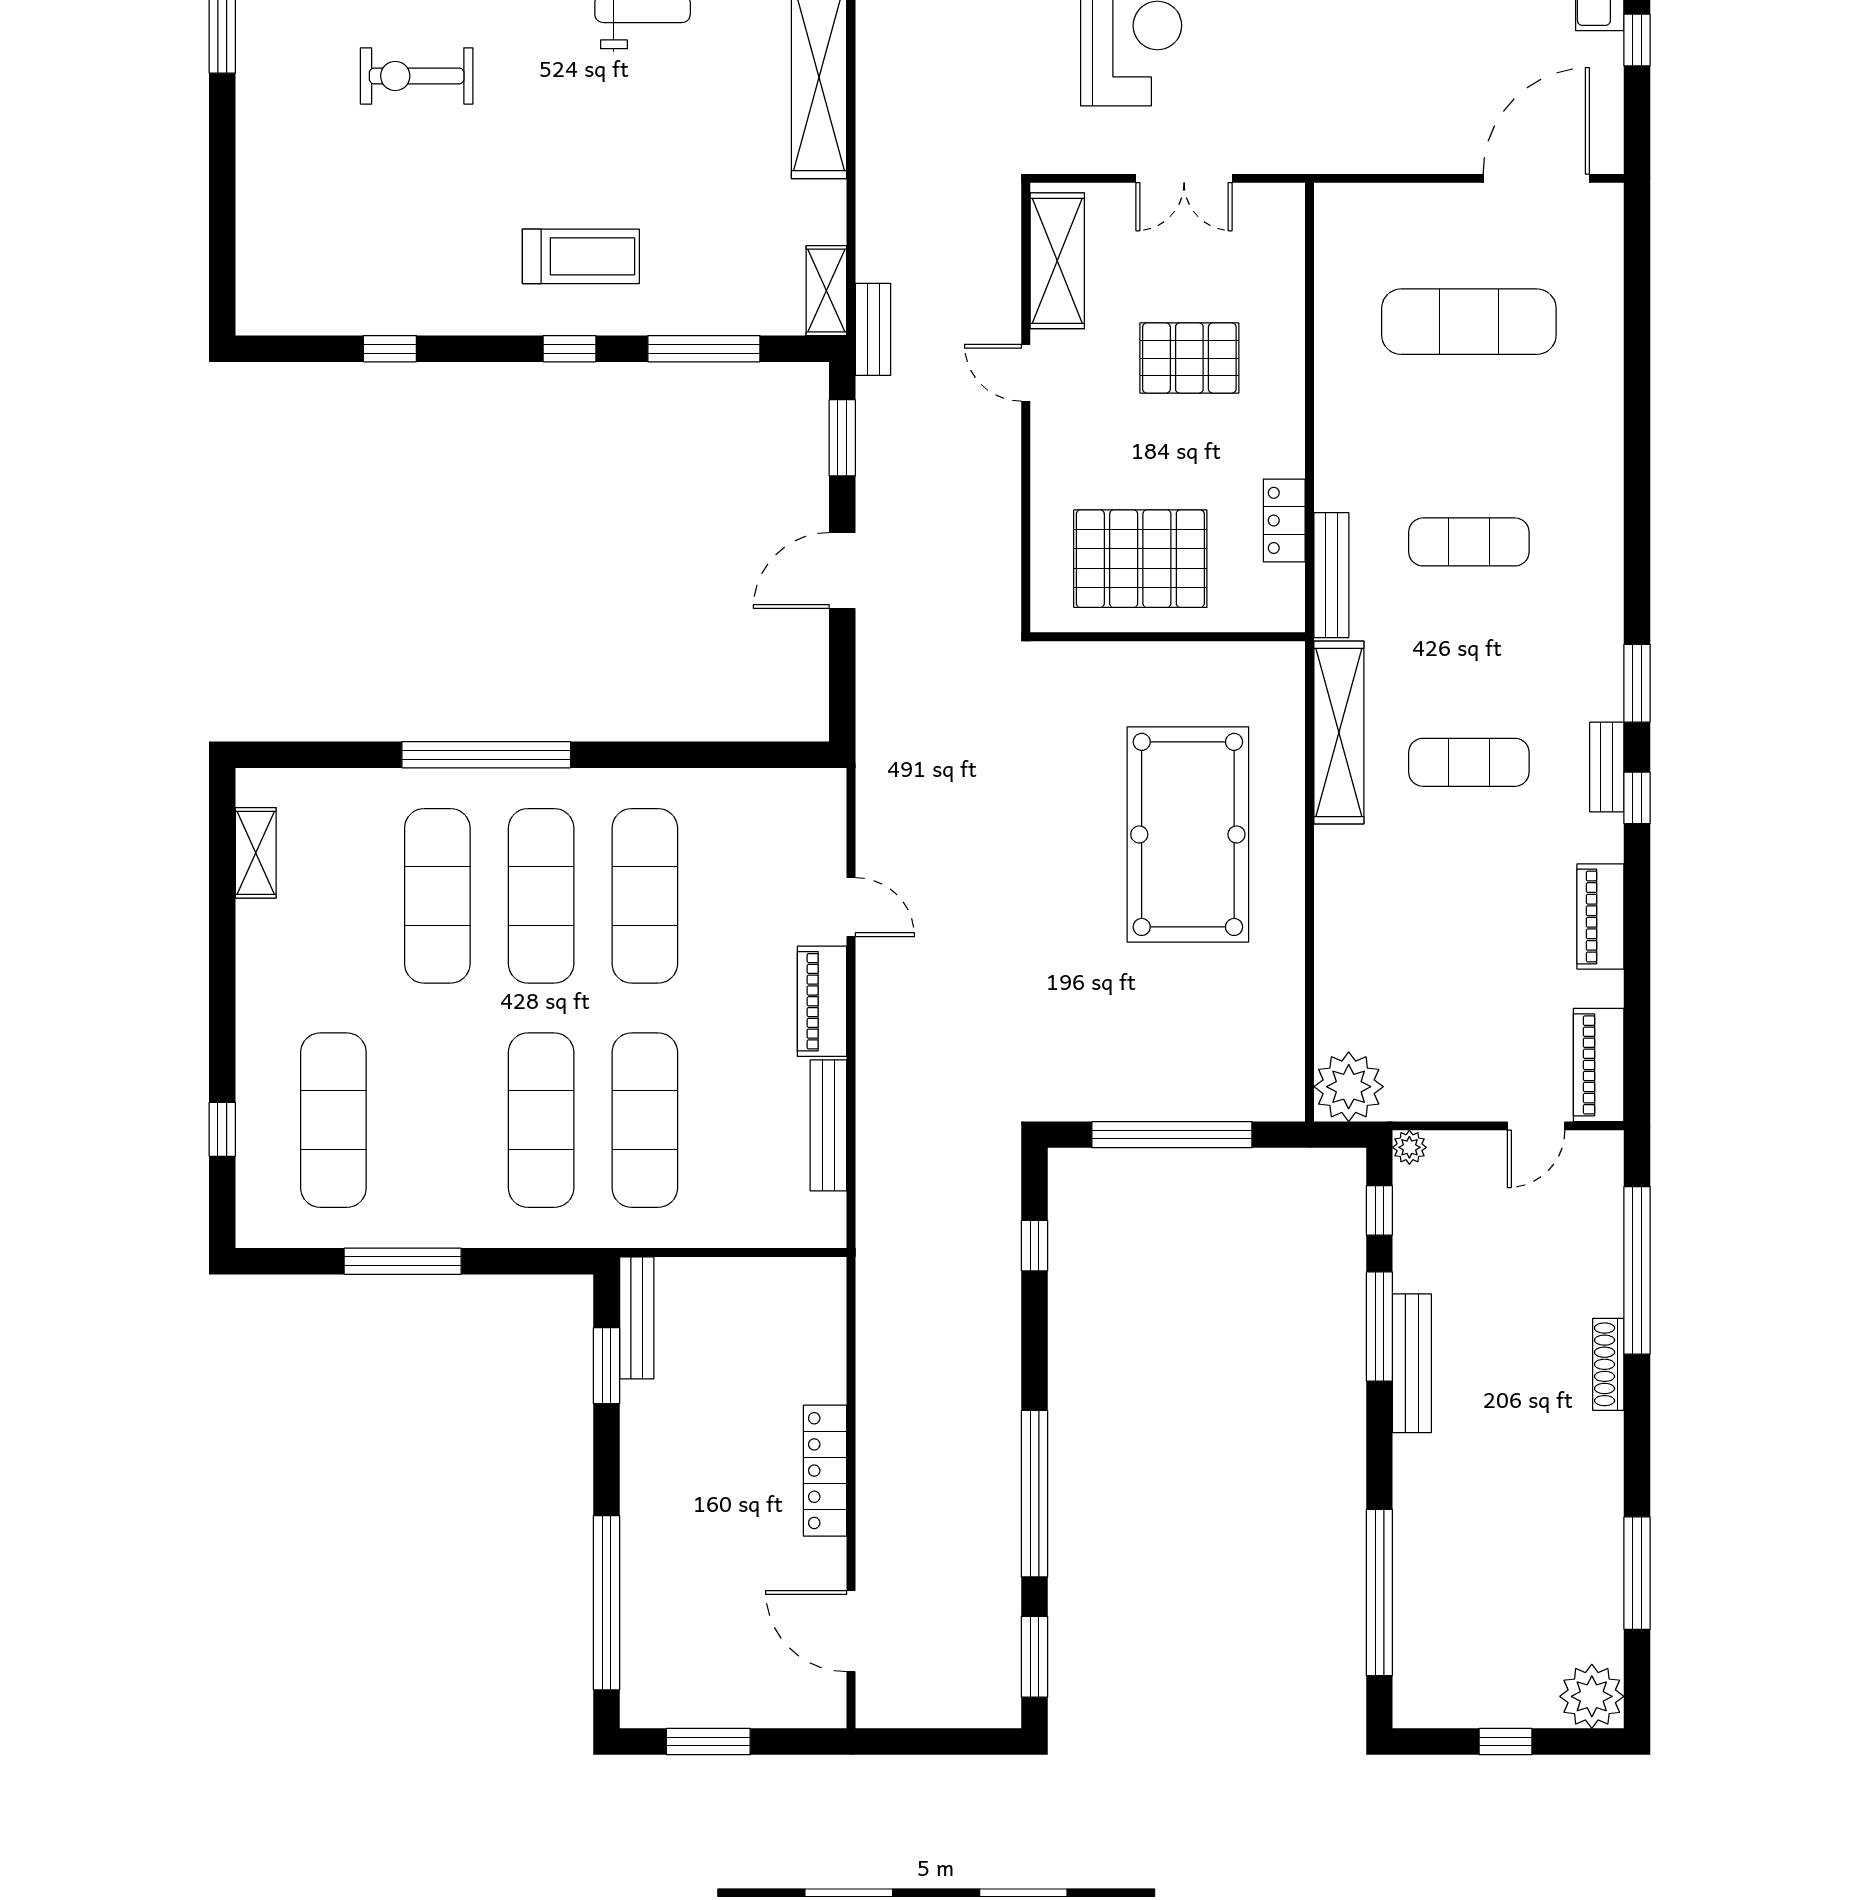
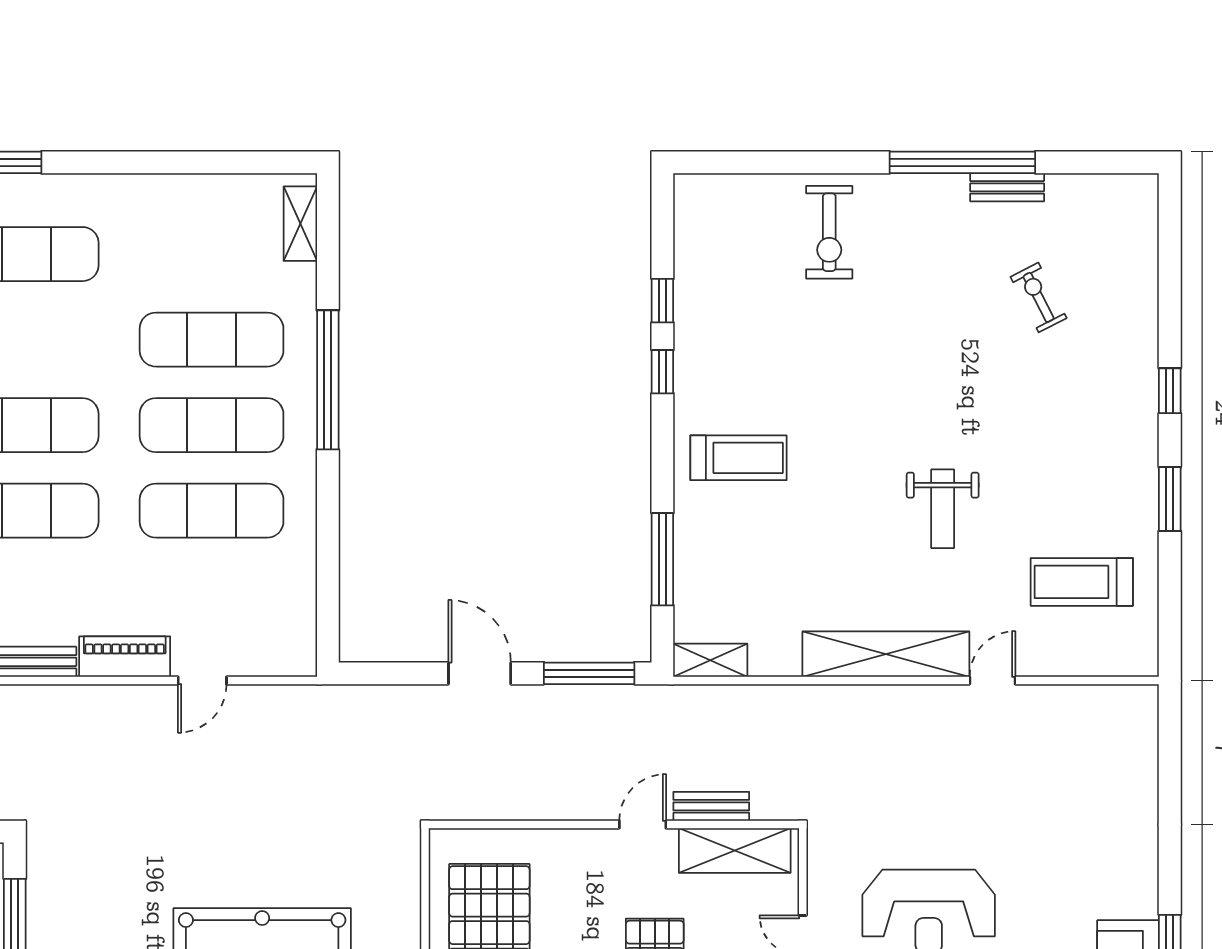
exercise bike: (417, 76) -> (829, 232), moved, turned 180
treadmill: (581, 256) -> (739, 458), turned -90
bench: (873, 329) -> (711, 806), moved
window: (570, 349) -> (662, 372), moved
window: (842, 438) -> (589, 673), width x1.44
shelving: (256, 853) -> (300, 224), moved, turned 90

